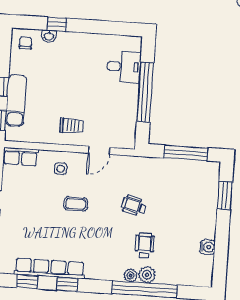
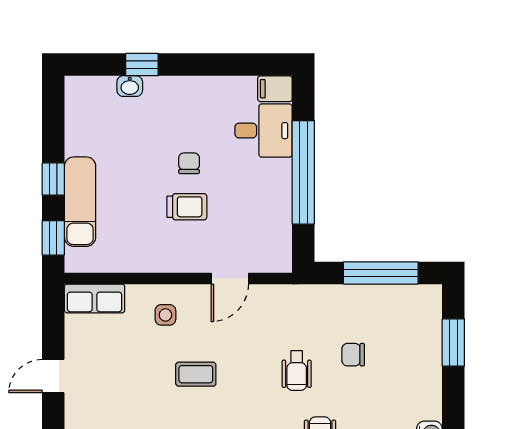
chair: (25, 43) -> (189, 163), moved
filing cabinet: (132, 43) -> (275, 89), added
trolley: (72, 126) -> (187, 207), moved
chair: (167, 199) -> (353, 355), added
wheelchair: (134, 206) -> (297, 371), turned -105

